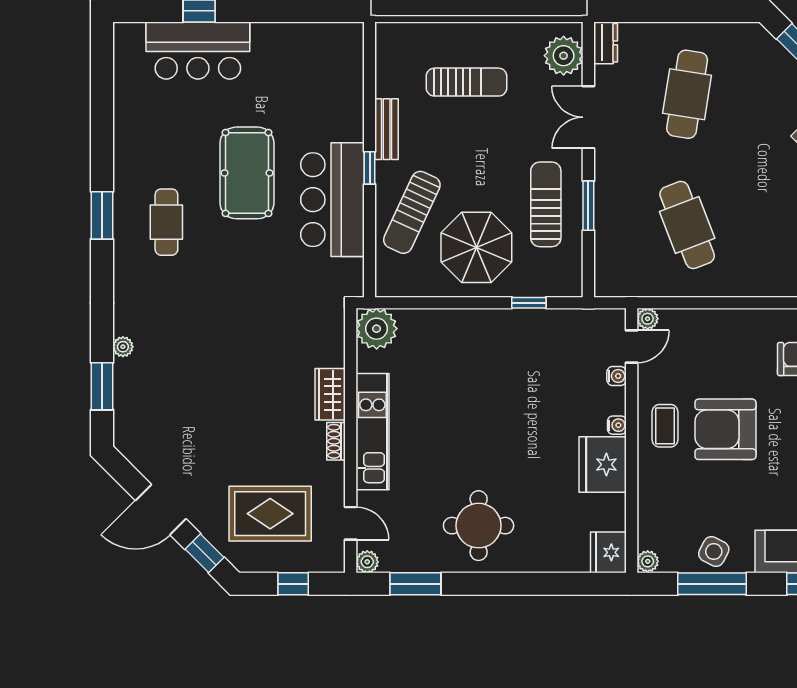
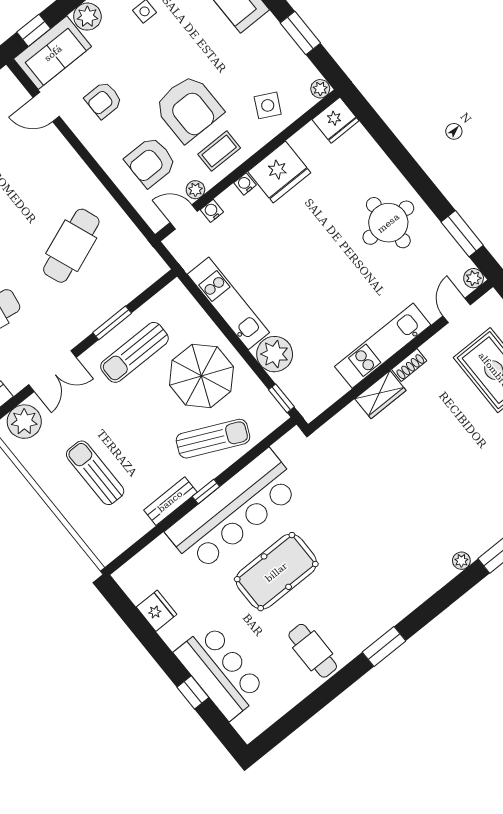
fridge: (299, 37) -> (157, 611), added
bar counter: (332, 200) -> (234, 511), width x1.36
cafe table: (166, 222) -> (313, 651), moved, turned 90
window: (529, 303) -> (281, 398), moved
plant: (648, 319) -> (195, 190), moved
kitchen unit: (522, 324) -> (228, 303), added
plant: (377, 329) -> (275, 354), moved
armchair: (705, 357) -> (151, 162), added
side table: (714, 551) -> (268, 105), moved
window: (712, 584) -> (300, 33), width x0.69

